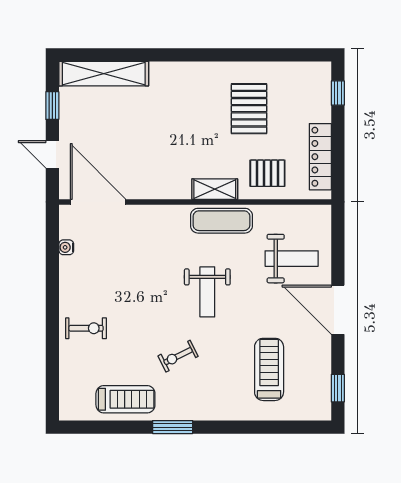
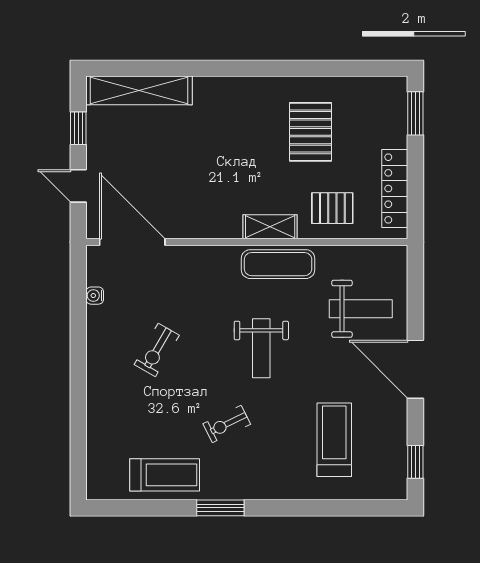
window: (338, 93) -> (415, 113), width x1.50
exercise bike: (86, 328) -> (157, 350), moved, turned 120

